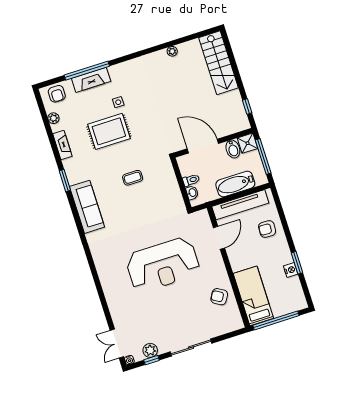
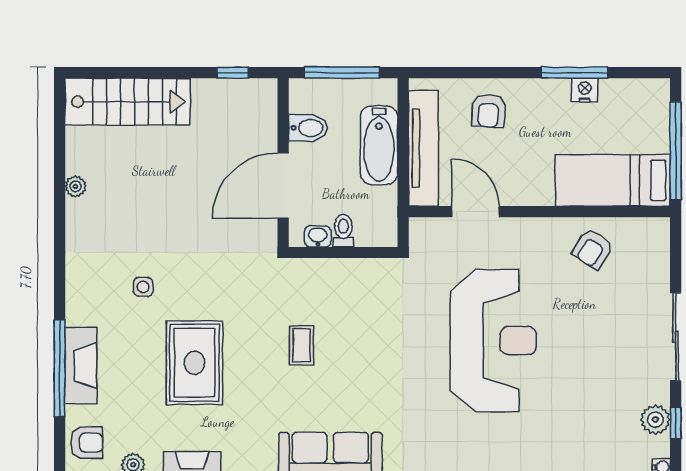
side table: (118, 102) -> (143, 287), moved
shower: (247, 143) -> (306, 95), removed
washbasin: (192, 193) -> (318, 236), moved
window: (297, 263) -> (575, 73), width x1.44

